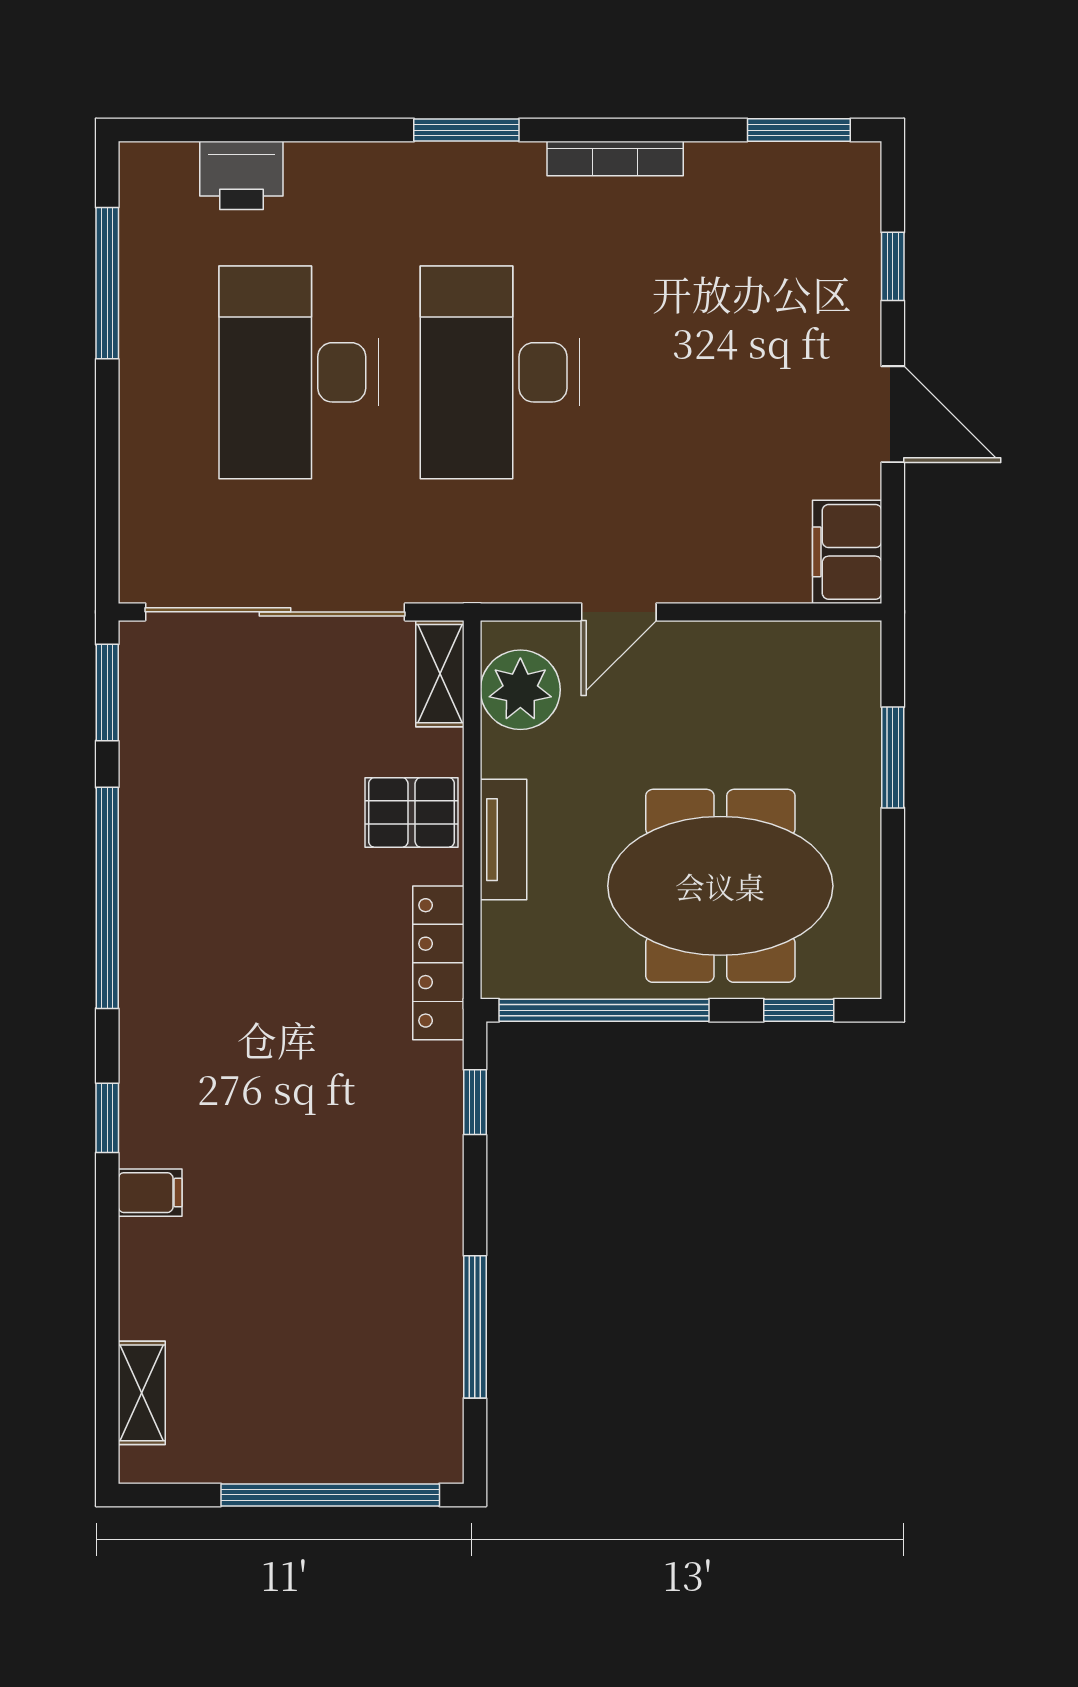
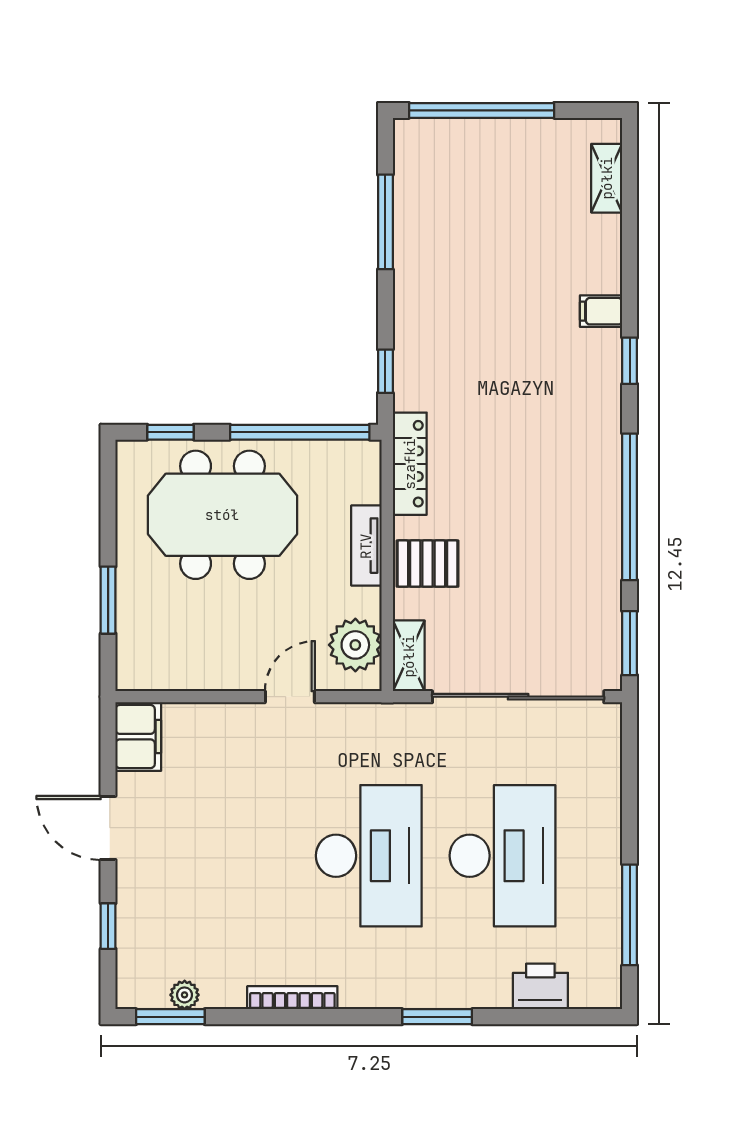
window: (466, 130) -> (437, 1017), moved
plant: (778, 163) -> (185, 995), added

